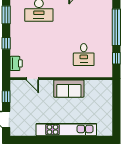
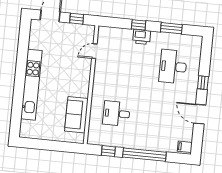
printer: (16, 63) -> (142, 37), moved
sofa: (69, 89) -> (76, 115), moved

